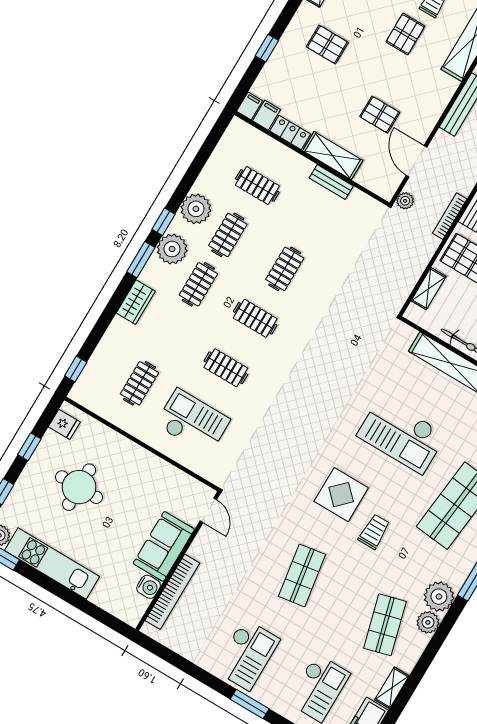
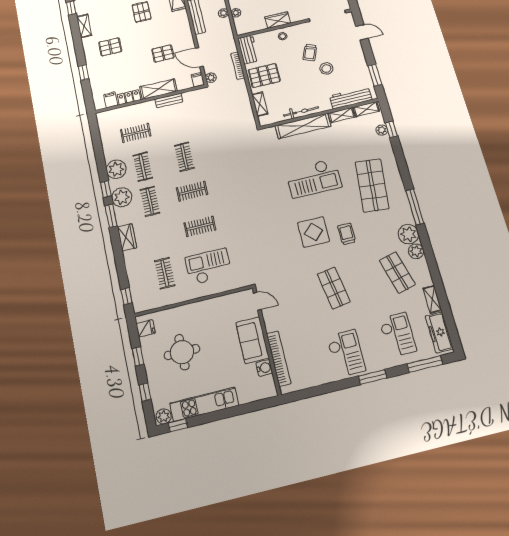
filing cabinet: (250, 106) -> (198, 80), moved

